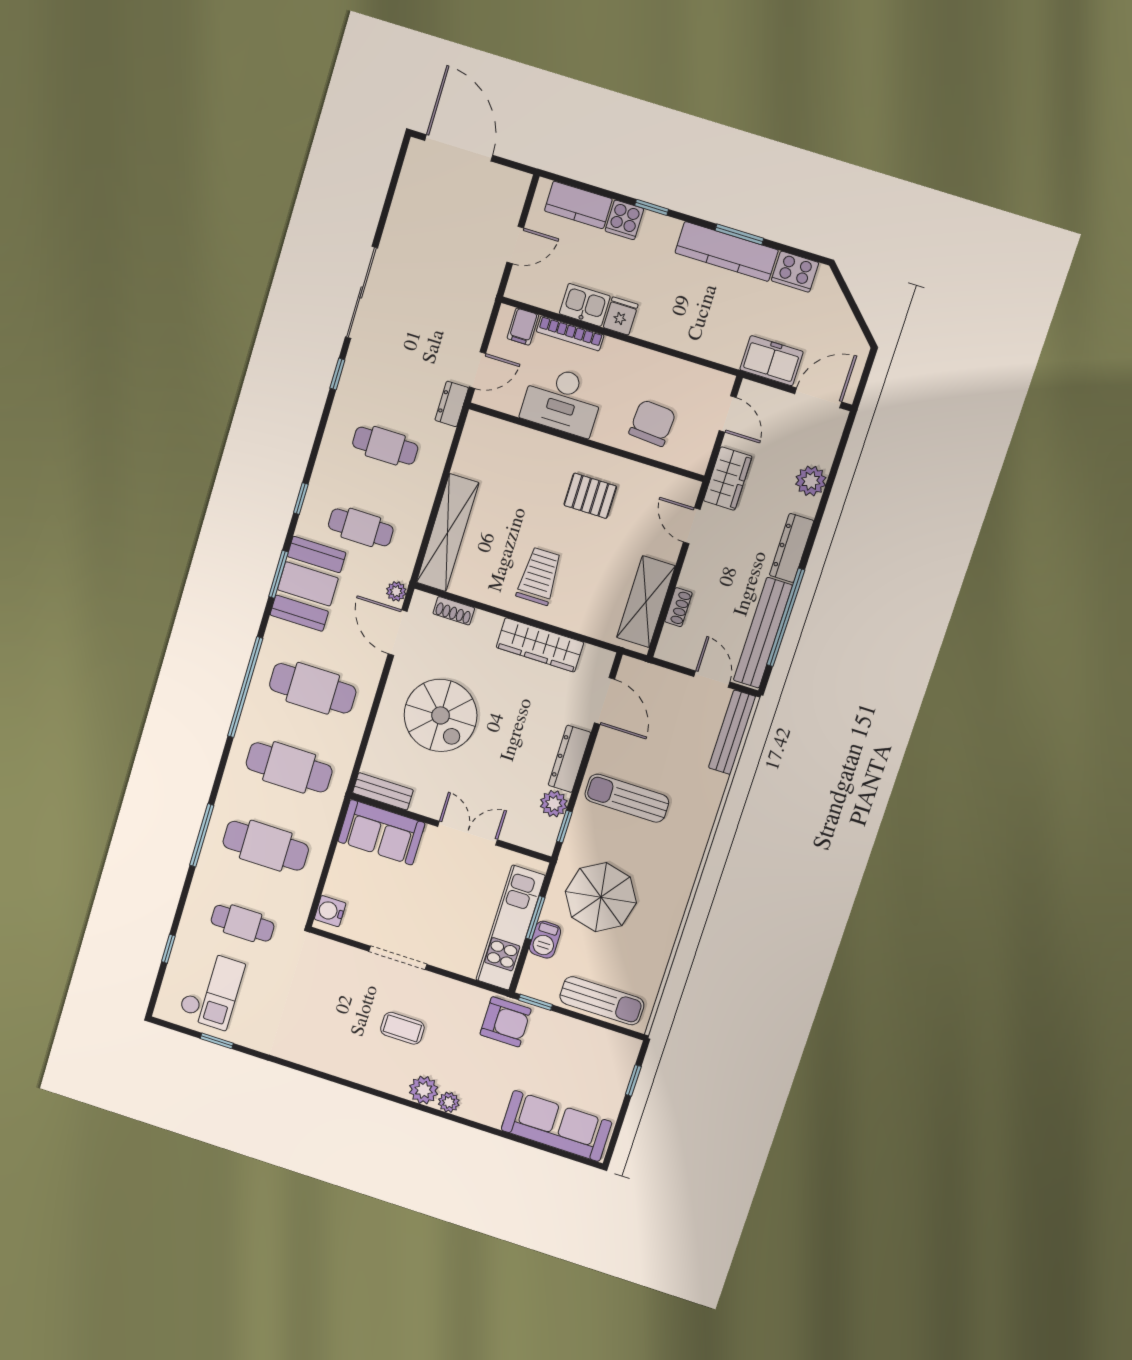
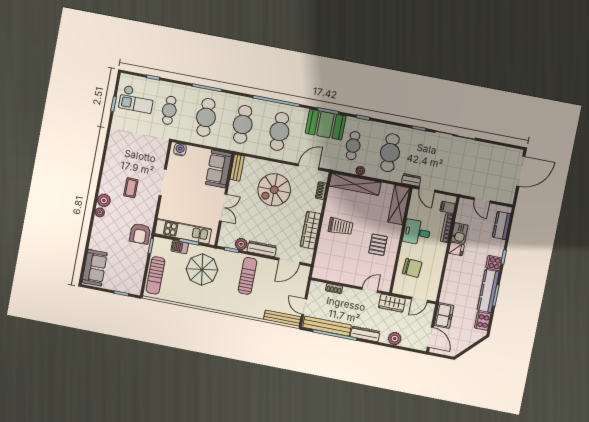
cooker: (624, 220) -> (494, 263), moved
desk: (562, 401) -> (417, 232), width x0.73
cafe table: (385, 446) -> (390, 153), width x1.37, depth x1.35
plant: (396, 591) -> (360, 171), moved
shelving: (646, 602) -> (399, 205), moved, turned 90
door: (712, 679) -> (304, 307), swing flipped
sofa: (556, 1126) -> (95, 268), width x0.73

